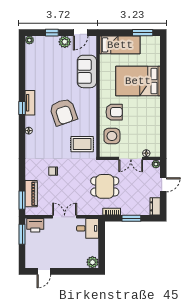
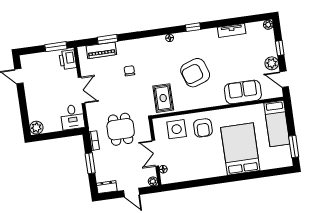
tv unit: (30, 103) -> (232, 30), moved
window: (22, 200) -> (108, 39), moved

